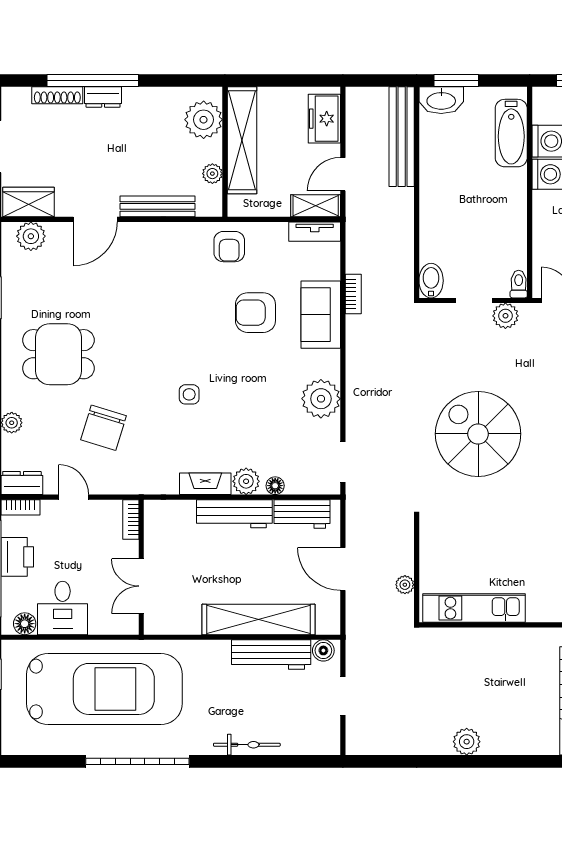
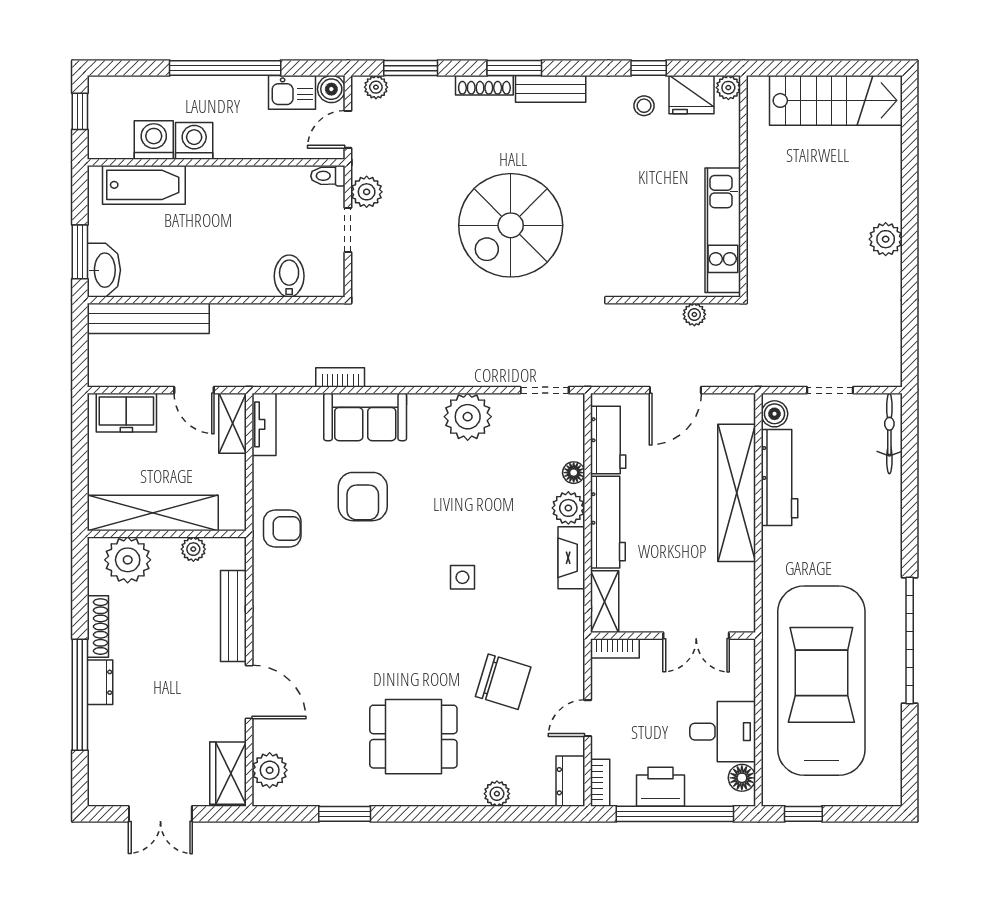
shoe rack: (57, 95) -> (98, 627), moved
bidet: (431, 281) -> (289, 276), moved, turned 90
dining table: (58, 354) -> (413, 737), turned 90
shelving: (169, 511) -> (605, 602), added
bicycle: (247, 745) -> (889, 433), moved

